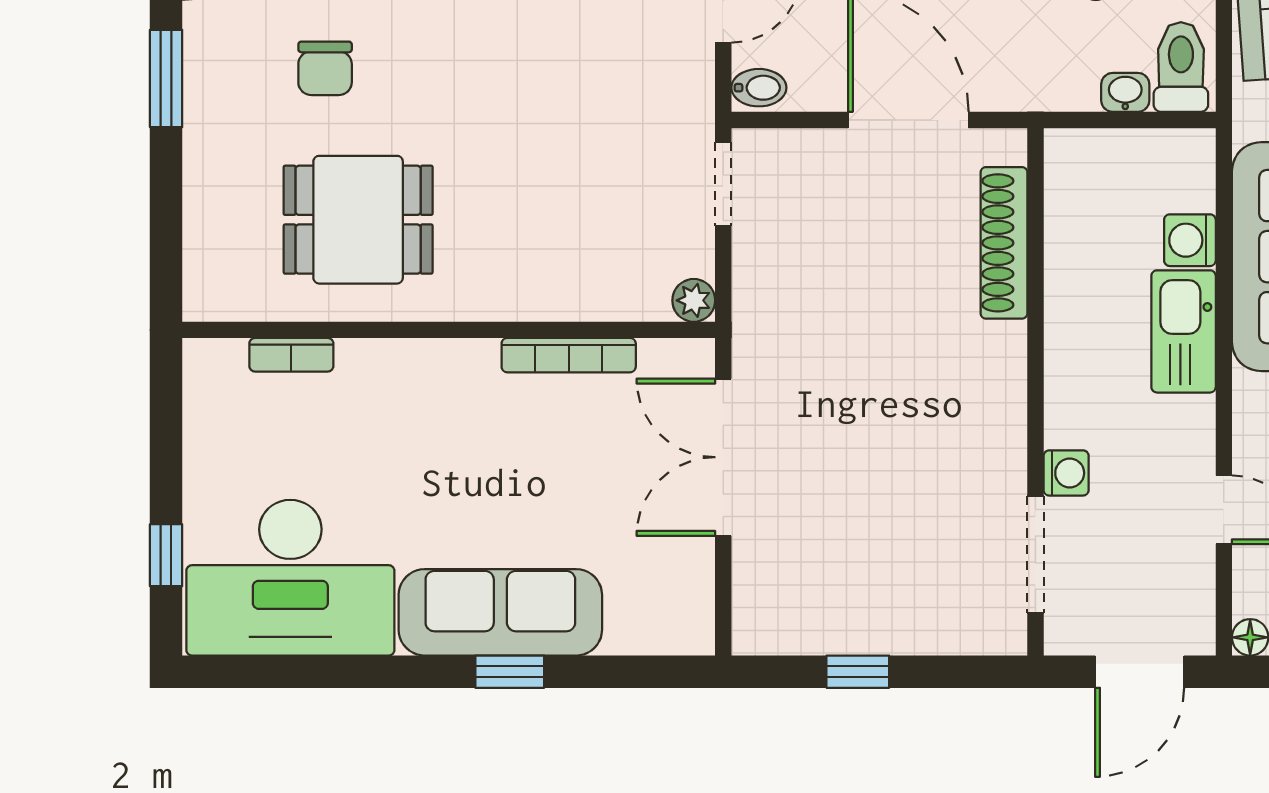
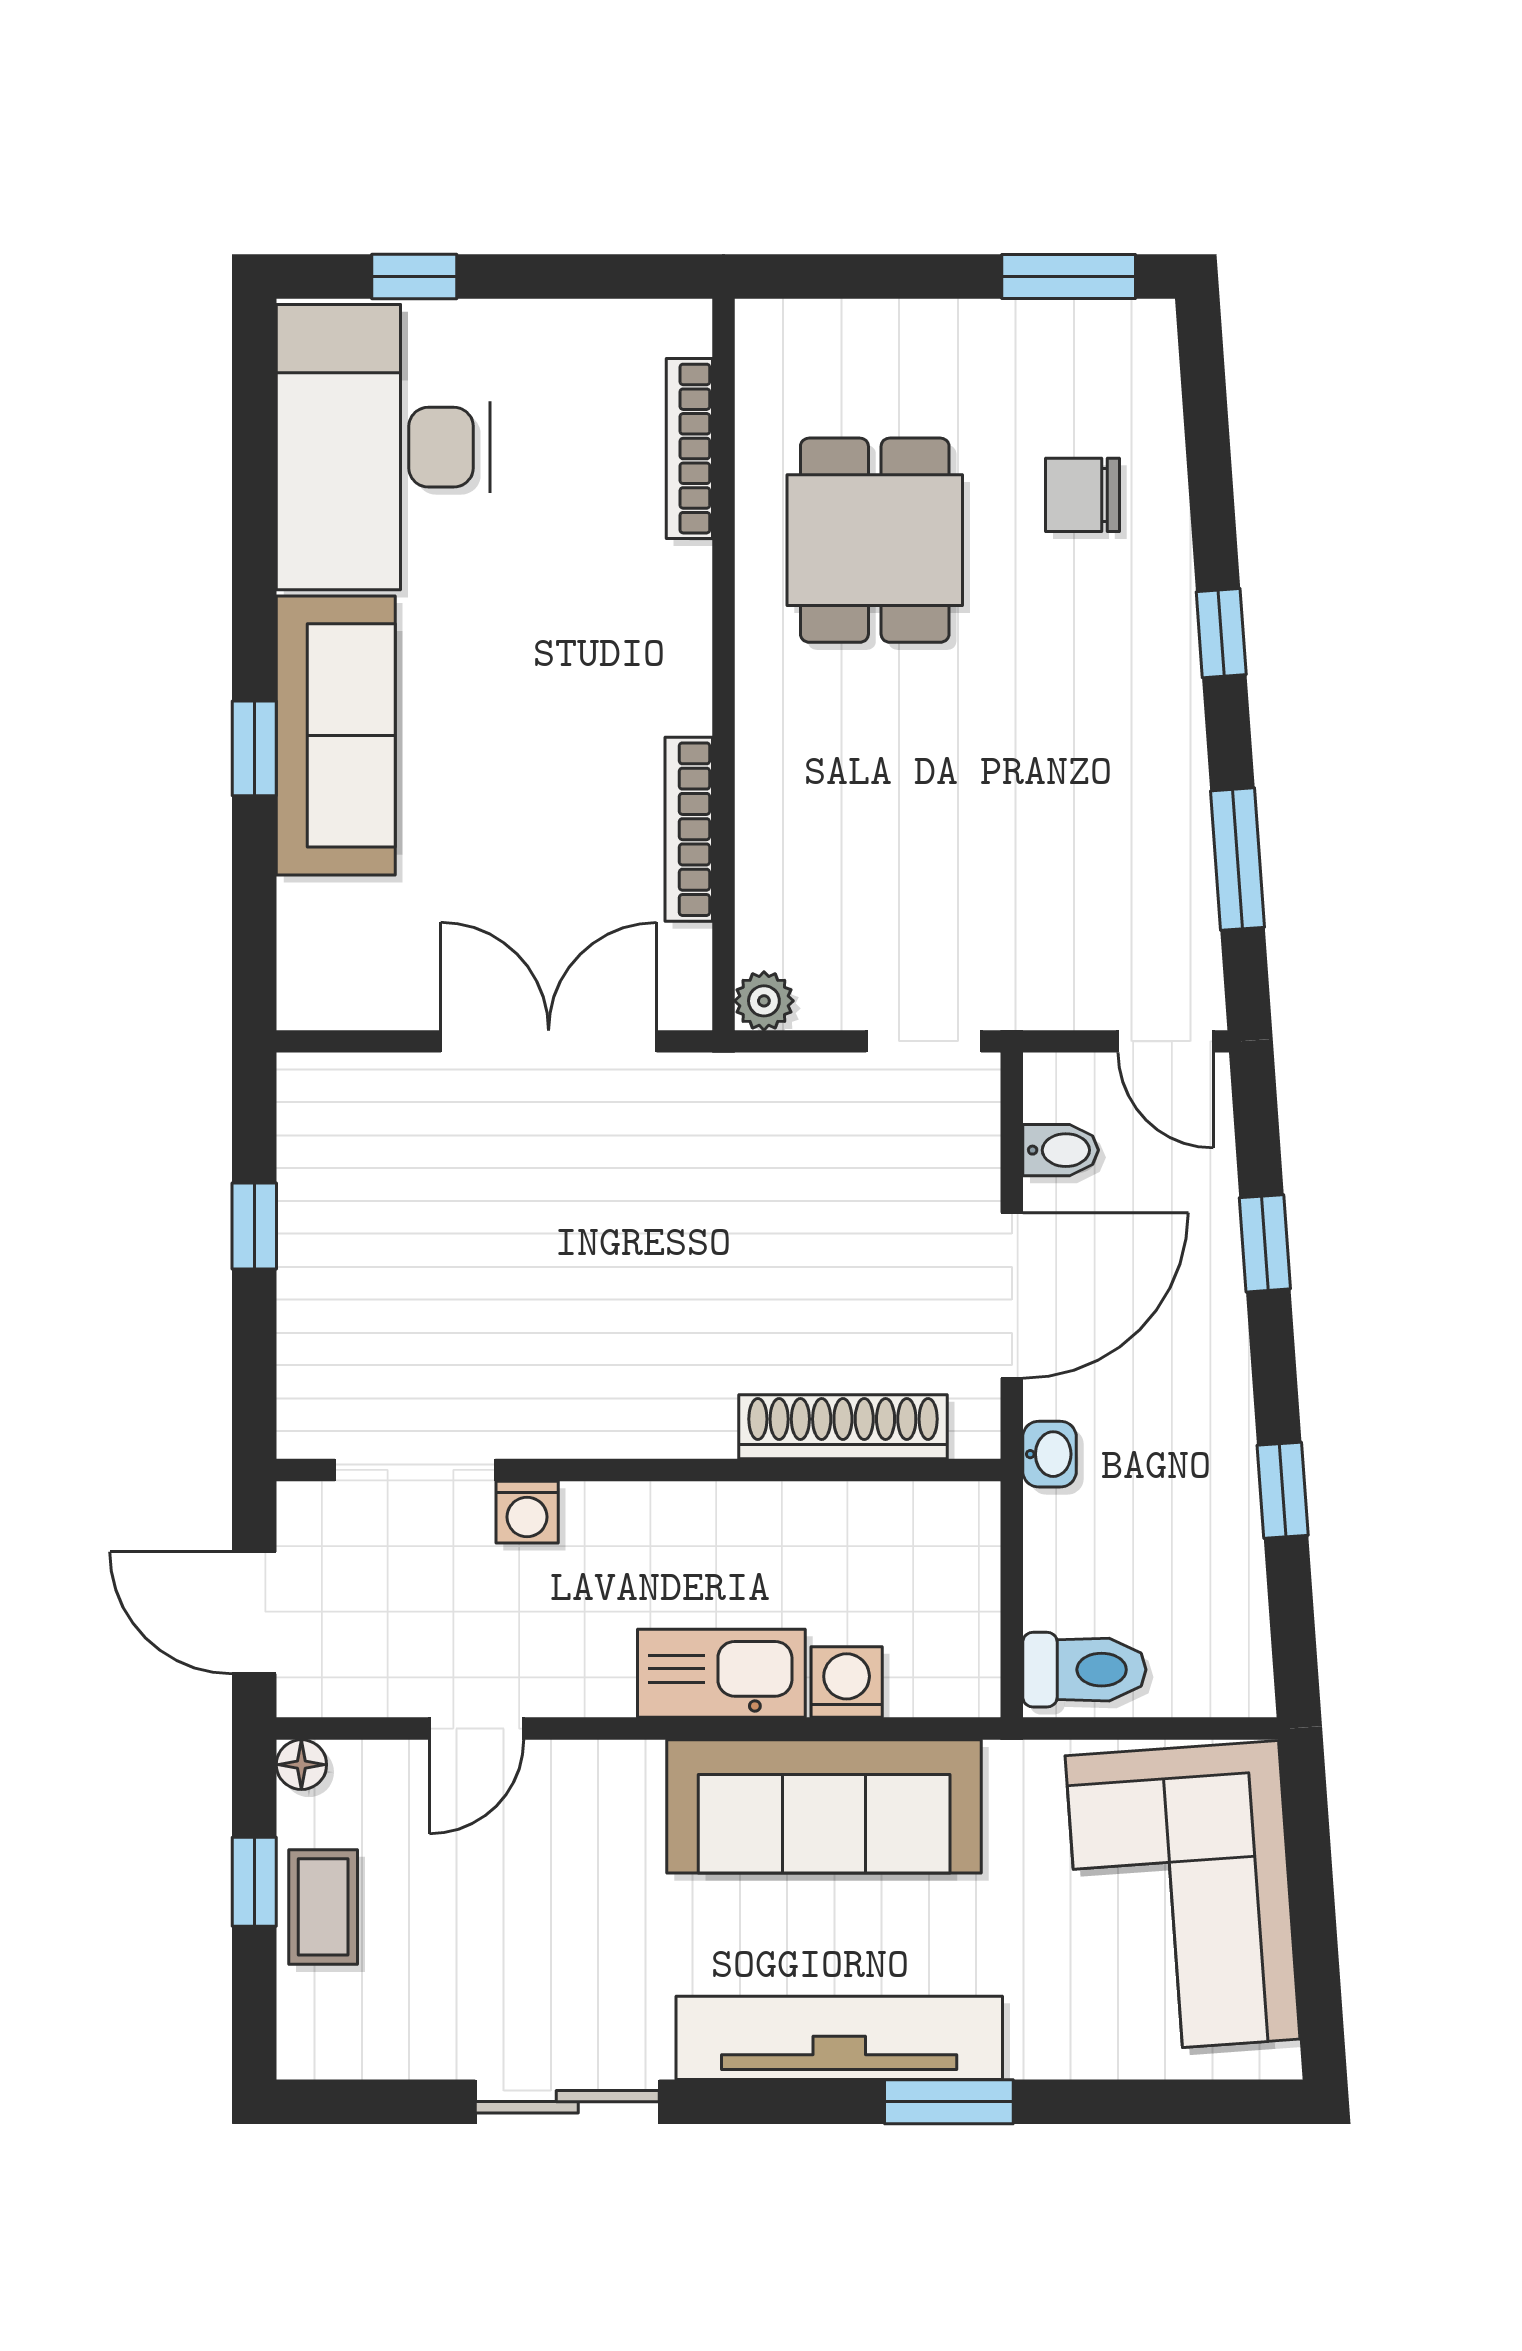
bidet: (759, 88) -> (1061, 1150), moved, turned -90
washbasin: (1125, 92) -> (1049, 1454), moved
bookcase: (291, 355) -> (689, 449), width x1.56

